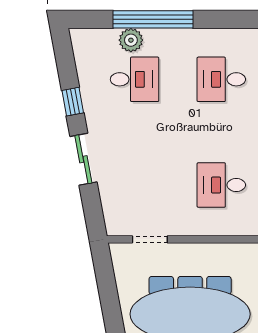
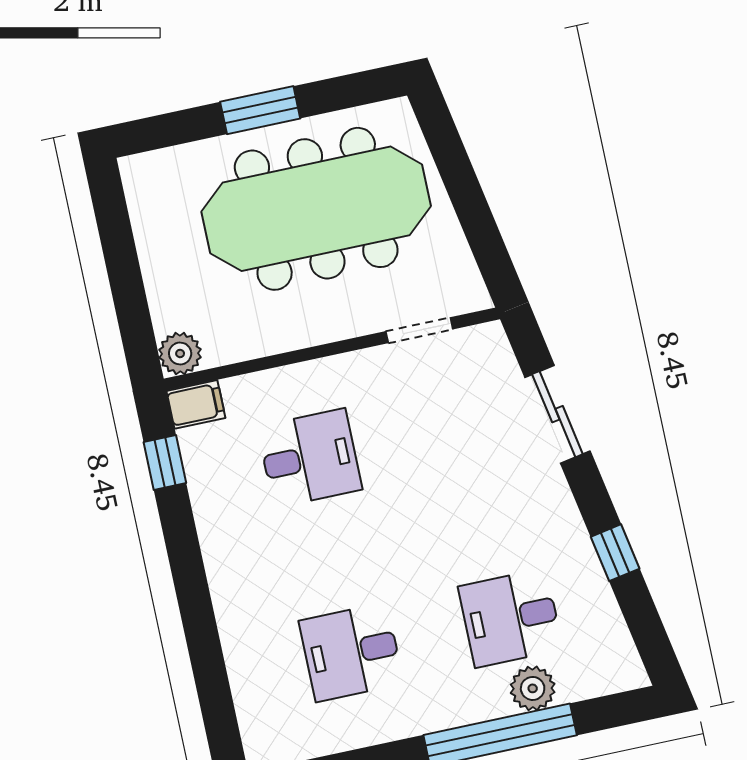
desk: (221, 79) -> (351, 652), turned 180
sliding door: (83, 159) -> (557, 414), moved

